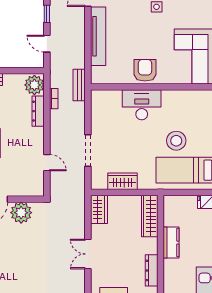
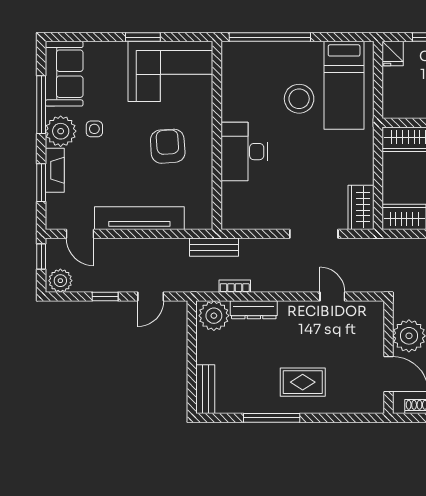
armchair: (145, 70) -> (168, 146), moved, turned 86
door: (47, 163) -> (332, 296), hinge flipped
wardrobe: (122, 181) -> (361, 207), moved

